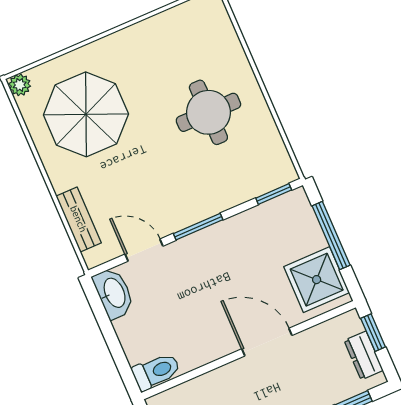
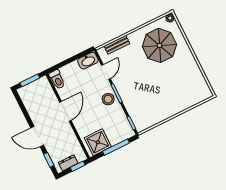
round table: (208, 112) -> (163, 95), removed
stool: (212, 248) -> (108, 99), added
door: (267, 342) -> (65, 111), moved

